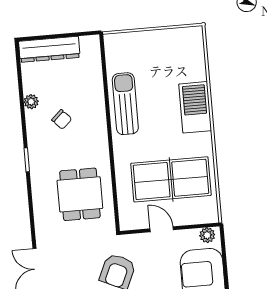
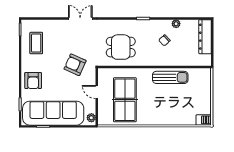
barbecue: (195, 107) -> (204, 120), moved, width x0.53, depth x0.65
door: (162, 229) -> (97, 92), swing flipped

